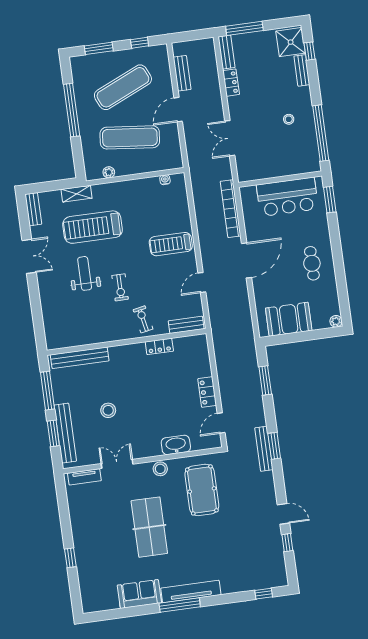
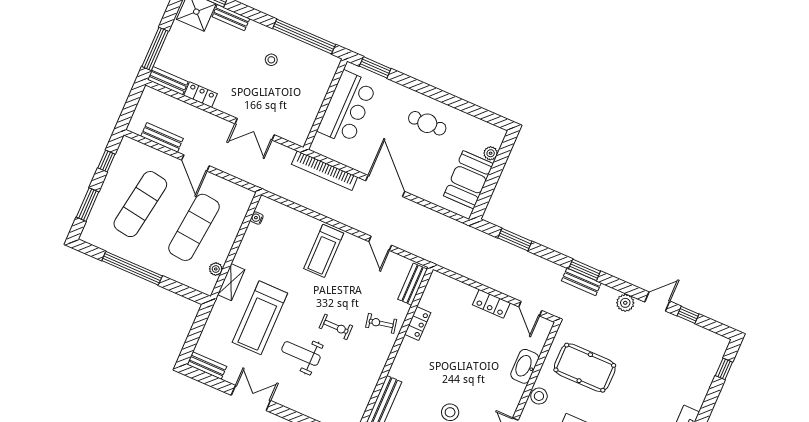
exercise mat: (123, 87) -> (140, 204), turned 33
shelving: (77, 194) -> (231, 282), moved
plant: (336, 321) -> (491, 153), moved
bench: (264, 449) -> (581, 282), width x0.73
plant: (268, 491) -> (625, 303), added

